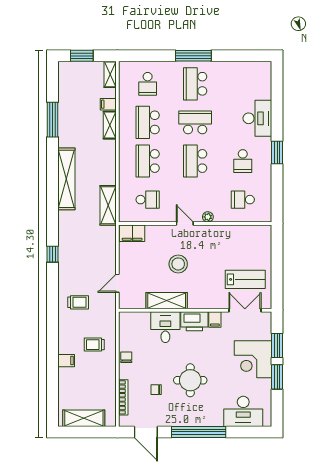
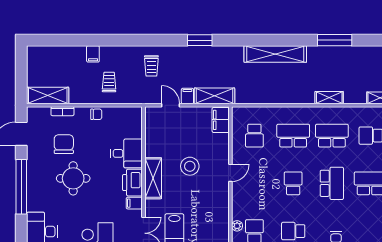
filing cabinet: (108, 104) -> (187, 96), moved
school desk: (195, 161) -> (293, 183), width x0.54
shelving: (108, 205) -> (214, 96), moved
plant: (208, 217) -> (237, 226), moved
window: (52, 254) -> (200, 40), width x1.50
shelving: (167, 301) -> (153, 178), moved
chair: (156, 390) -> (64, 144), width x1.87, depth x1.87
bookcase: (123, 397) -> (62, 111), width x0.64
shelving: (84, 418) -> (48, 96), moved, turned 90

